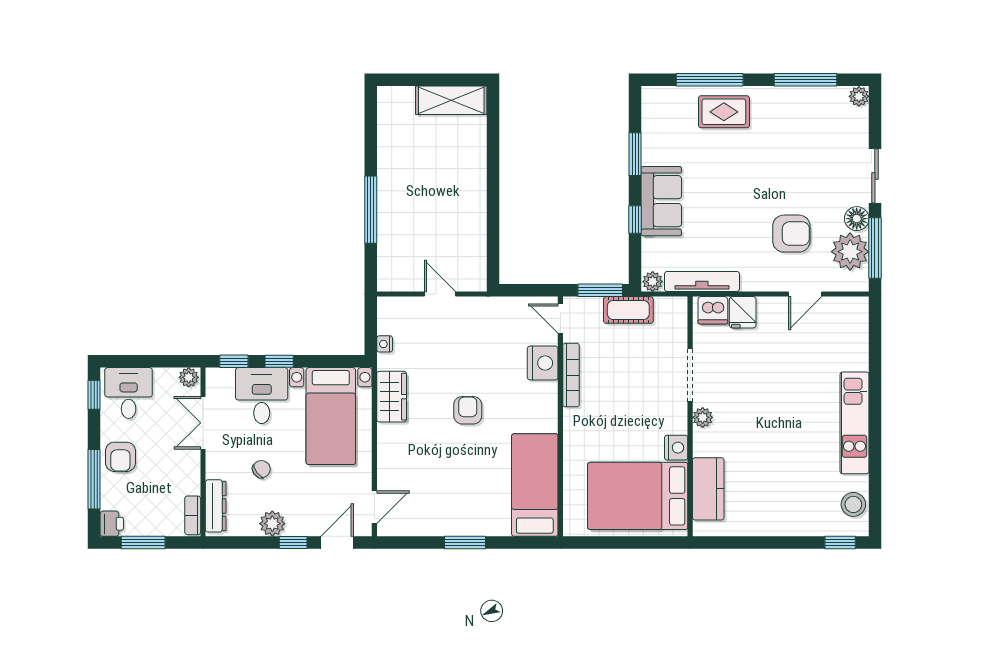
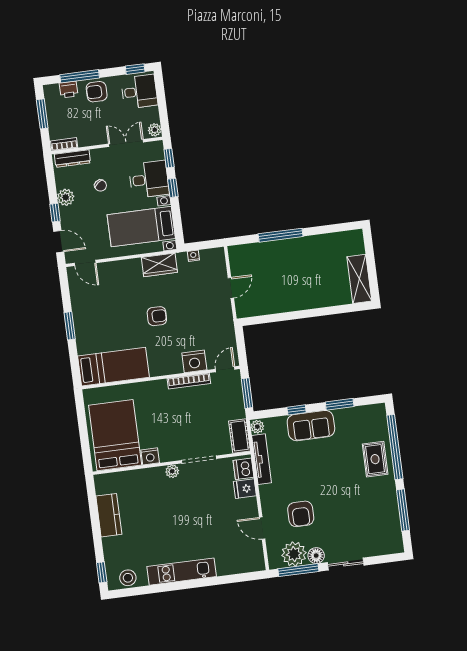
window: (710, 80) -> (395, 447), width x1.46
plant: (859, 96) -> (397, 547), removed
cot: (628, 310) -> (240, 436), moved
kitchen counter: (708, 489) -> (109, 515), moved, turned -90
printer: (112, 524) -> (69, 90), moved

